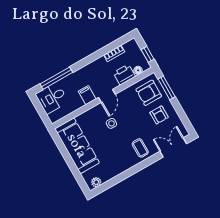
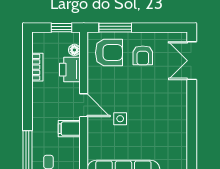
armchair: (149, 93) -> (109, 53), turned -90
armchair: (159, 115) -> (143, 55), turned 90
coffee table: (140, 148) -> (170, 101), removed

